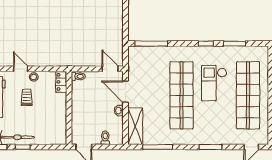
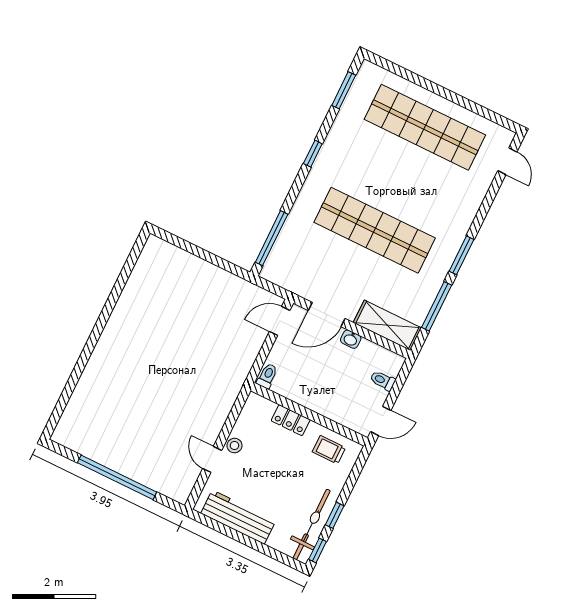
window: (234, 44) -> (344, 90), moved
door: (21, 69) -> (212, 459), hinge flipped
locker: (61, 82) -> (291, 420), moved
checkout: (214, 83) -> (380, 171), removed
trolley: (27, 97) -> (329, 450), moved
window: (210, 147) -> (461, 255), moved

